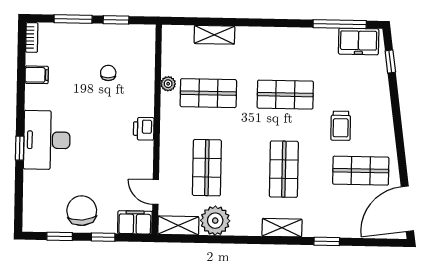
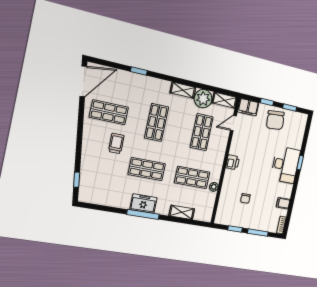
window: (340, 24) -> (143, 214), moved
freezer: (359, 41) -> (143, 204), moved
door: (156, 192) -> (233, 123), swing flipped
shelving: (282, 228) -> (183, 90), moved

